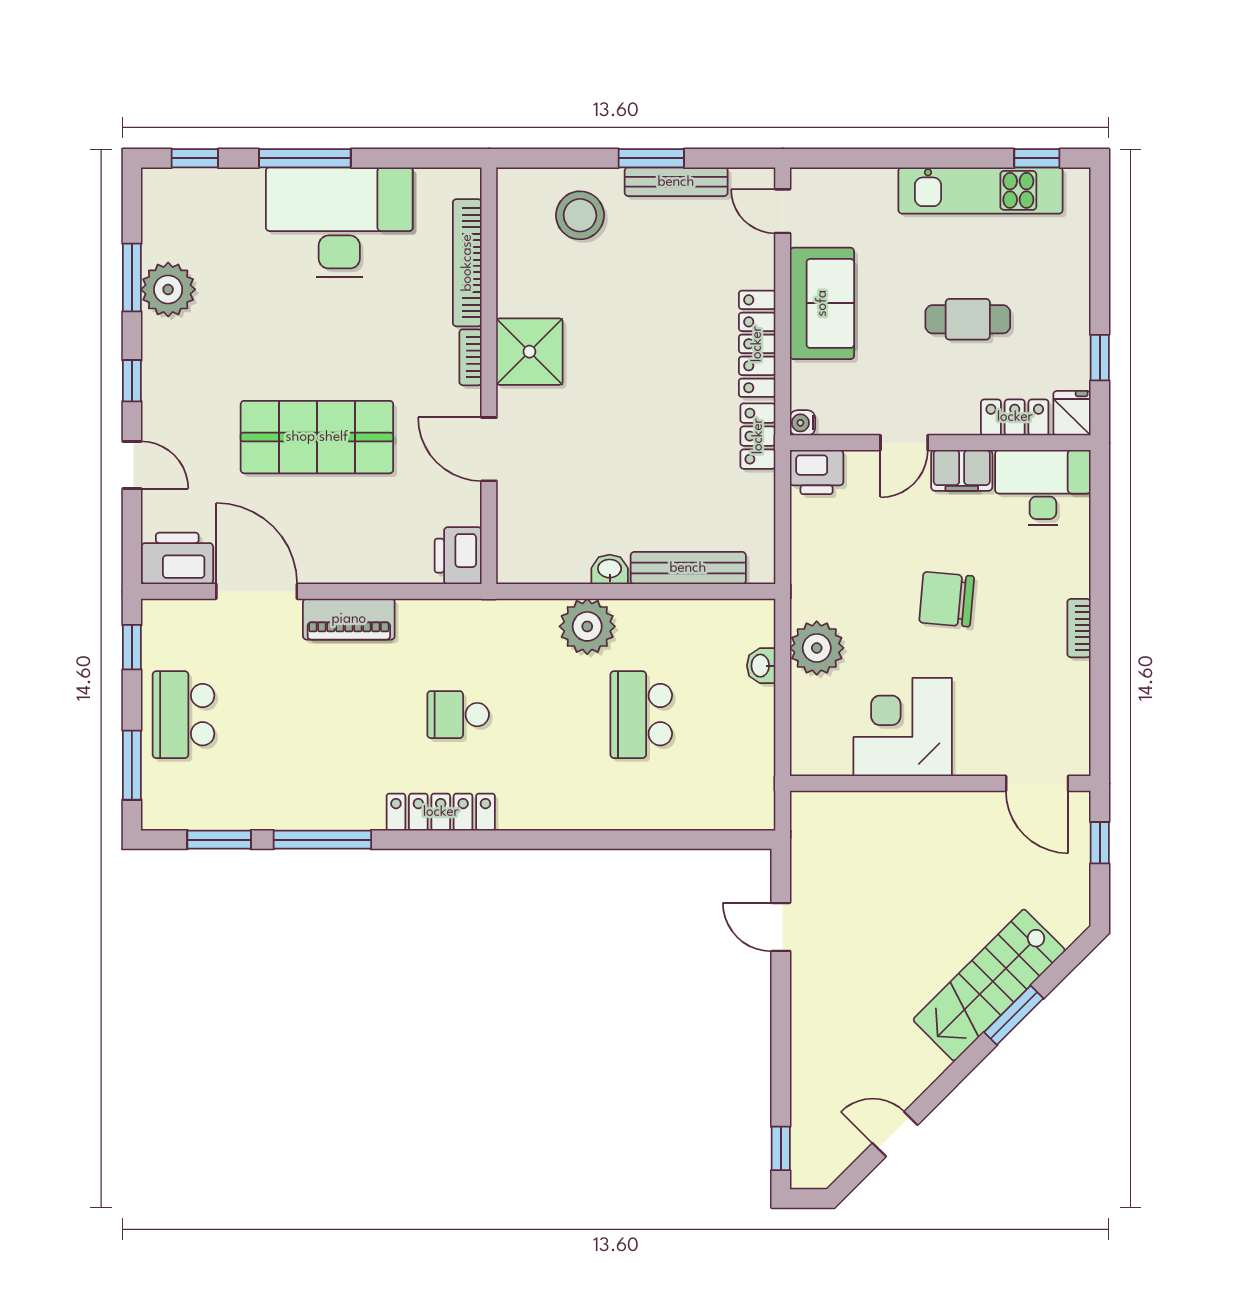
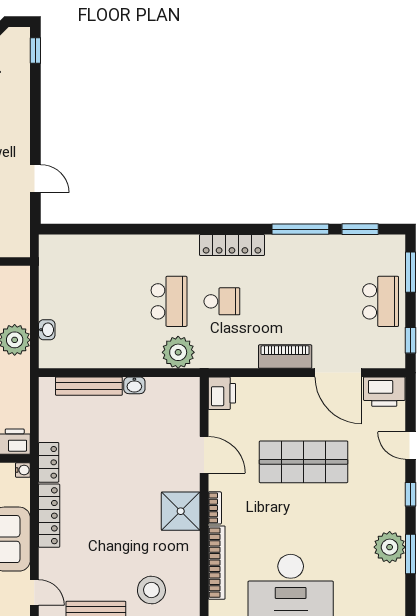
plant: (587, 626) -> (178, 352), moved
school desk: (641, 715) -> (169, 301), moved

